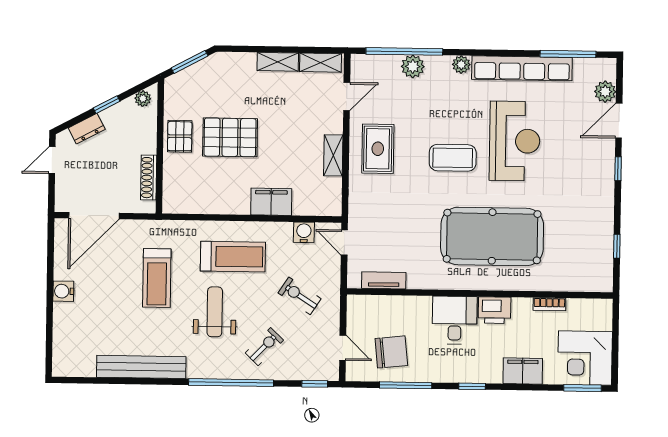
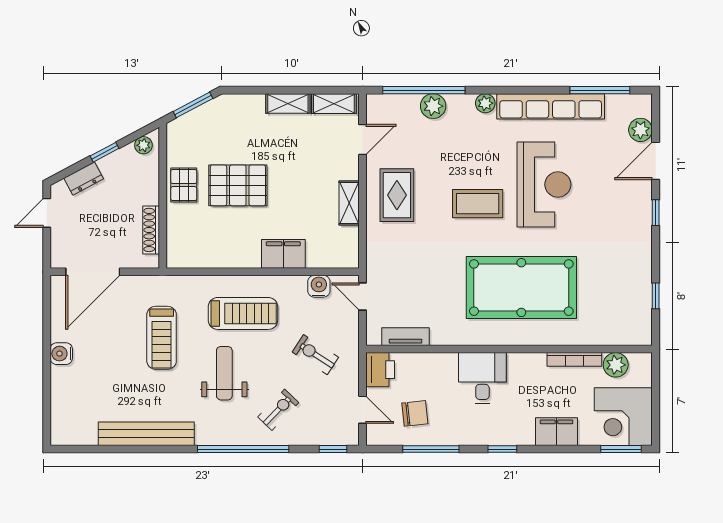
bookcase: (549, 304) -> (574, 359), width x1.56
printer: (495, 310) -> (380, 370), moved, turned -90
plant: (579, 310) -> (616, 365), added
chair: (391, 352) -> (415, 413), width x0.73, depth x0.73

